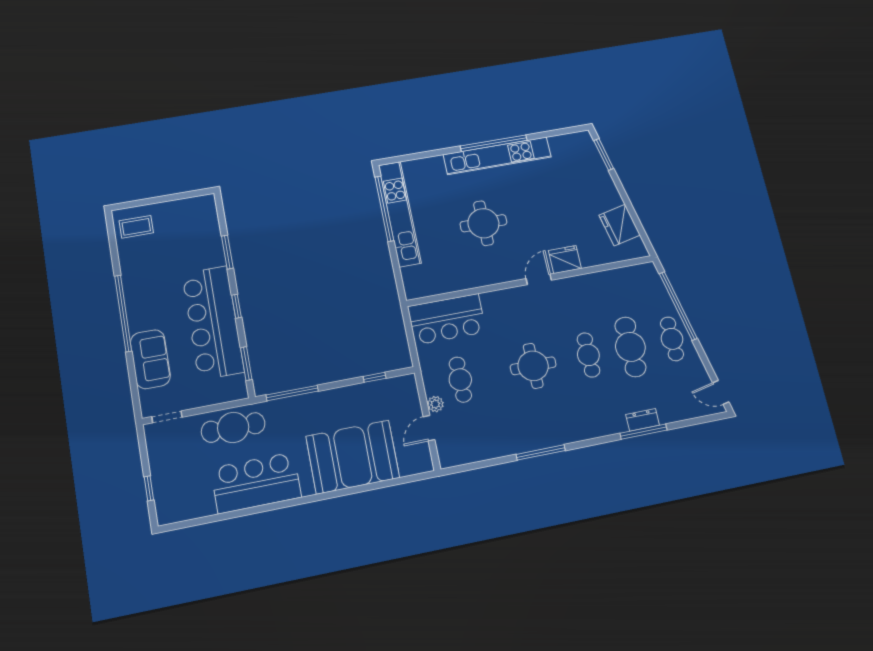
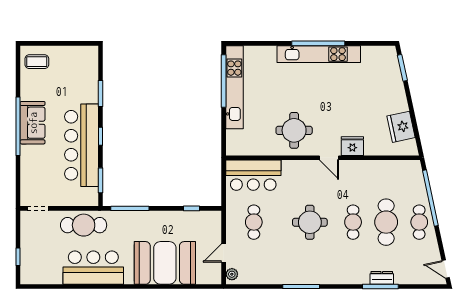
round table: (483, 223) -> (294, 130), moved
door: (539, 279) -> (329, 158), swing flipped
sofa: (150, 359) -> (33, 123), moved
plant: (435, 404) -> (232, 274), moved

